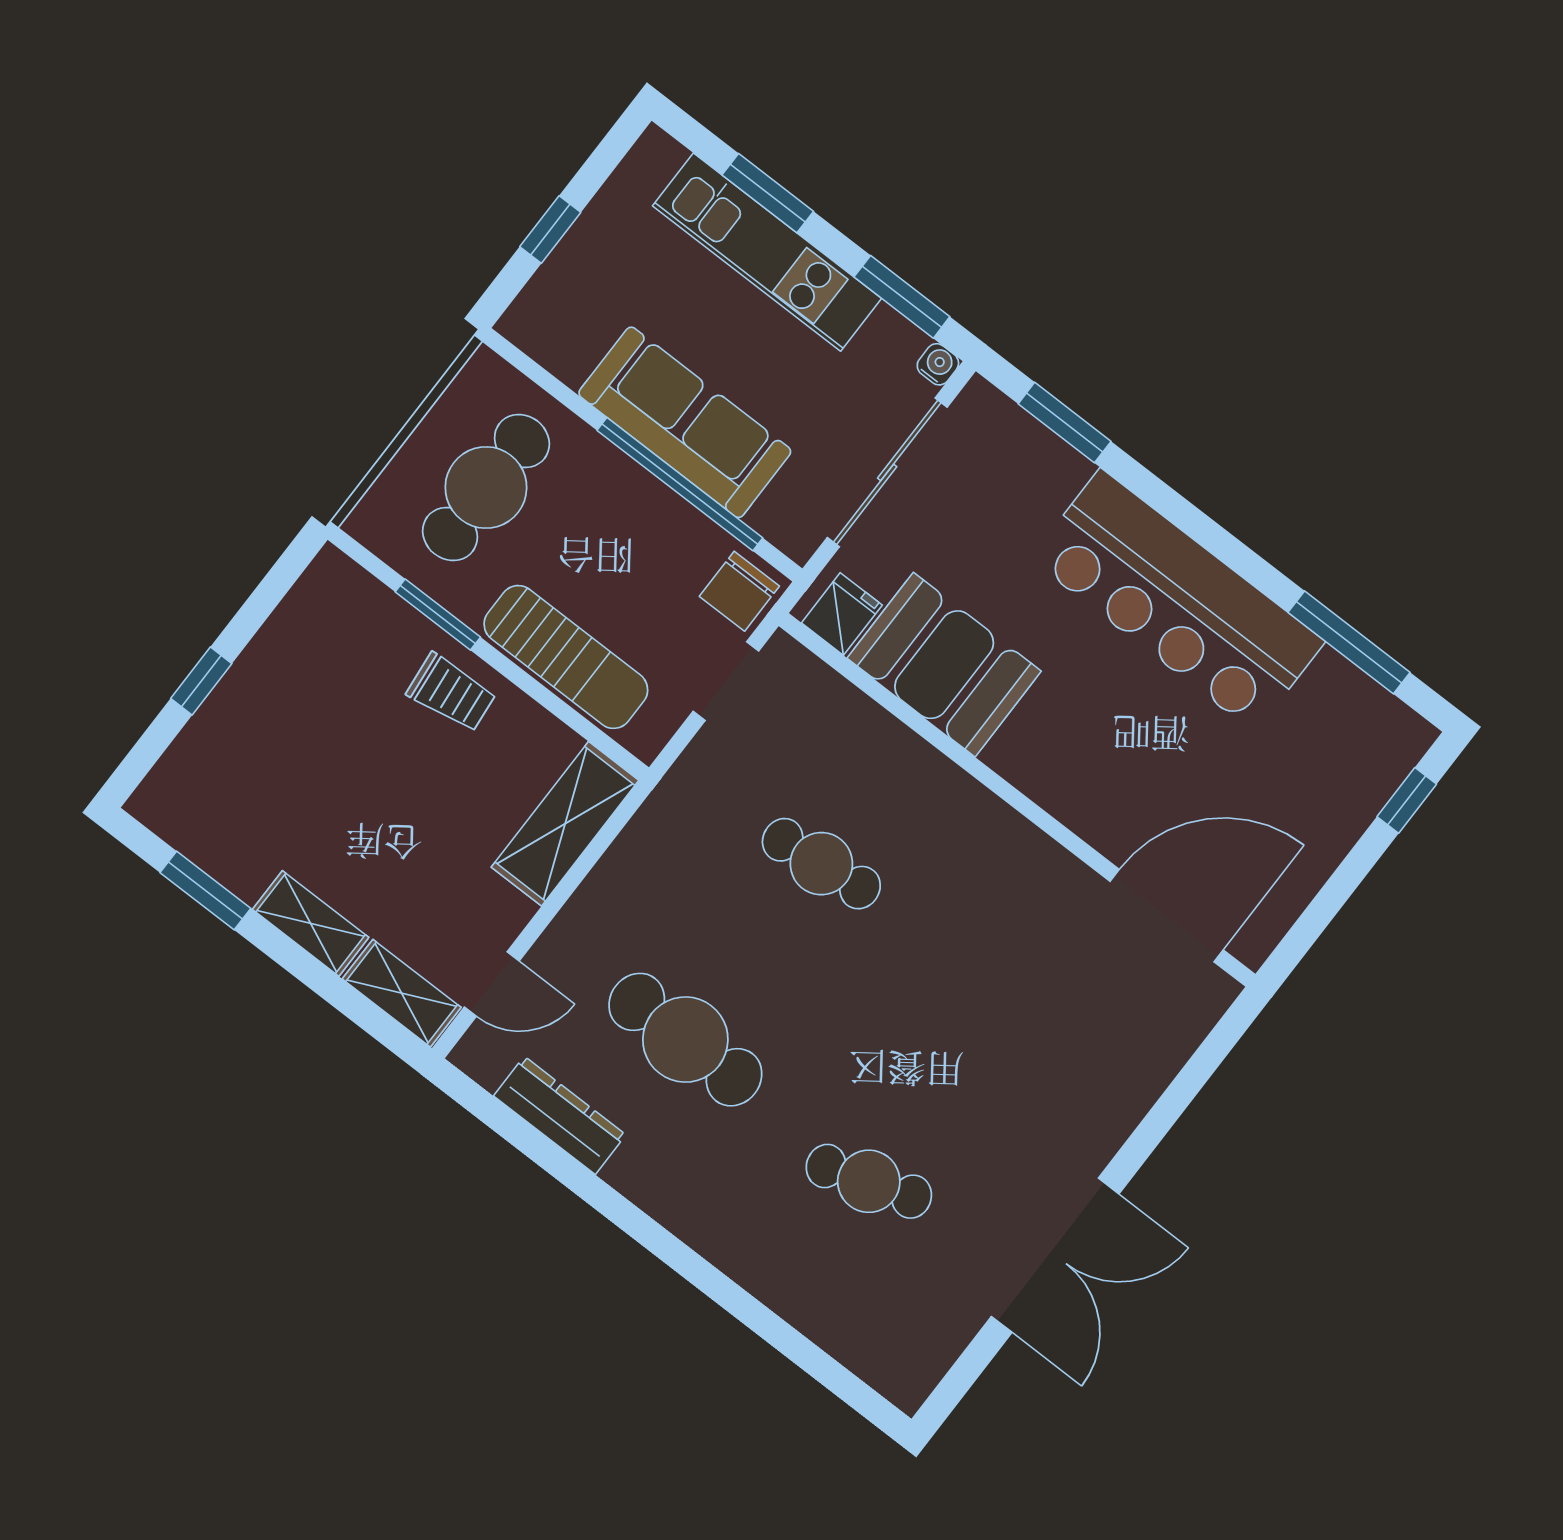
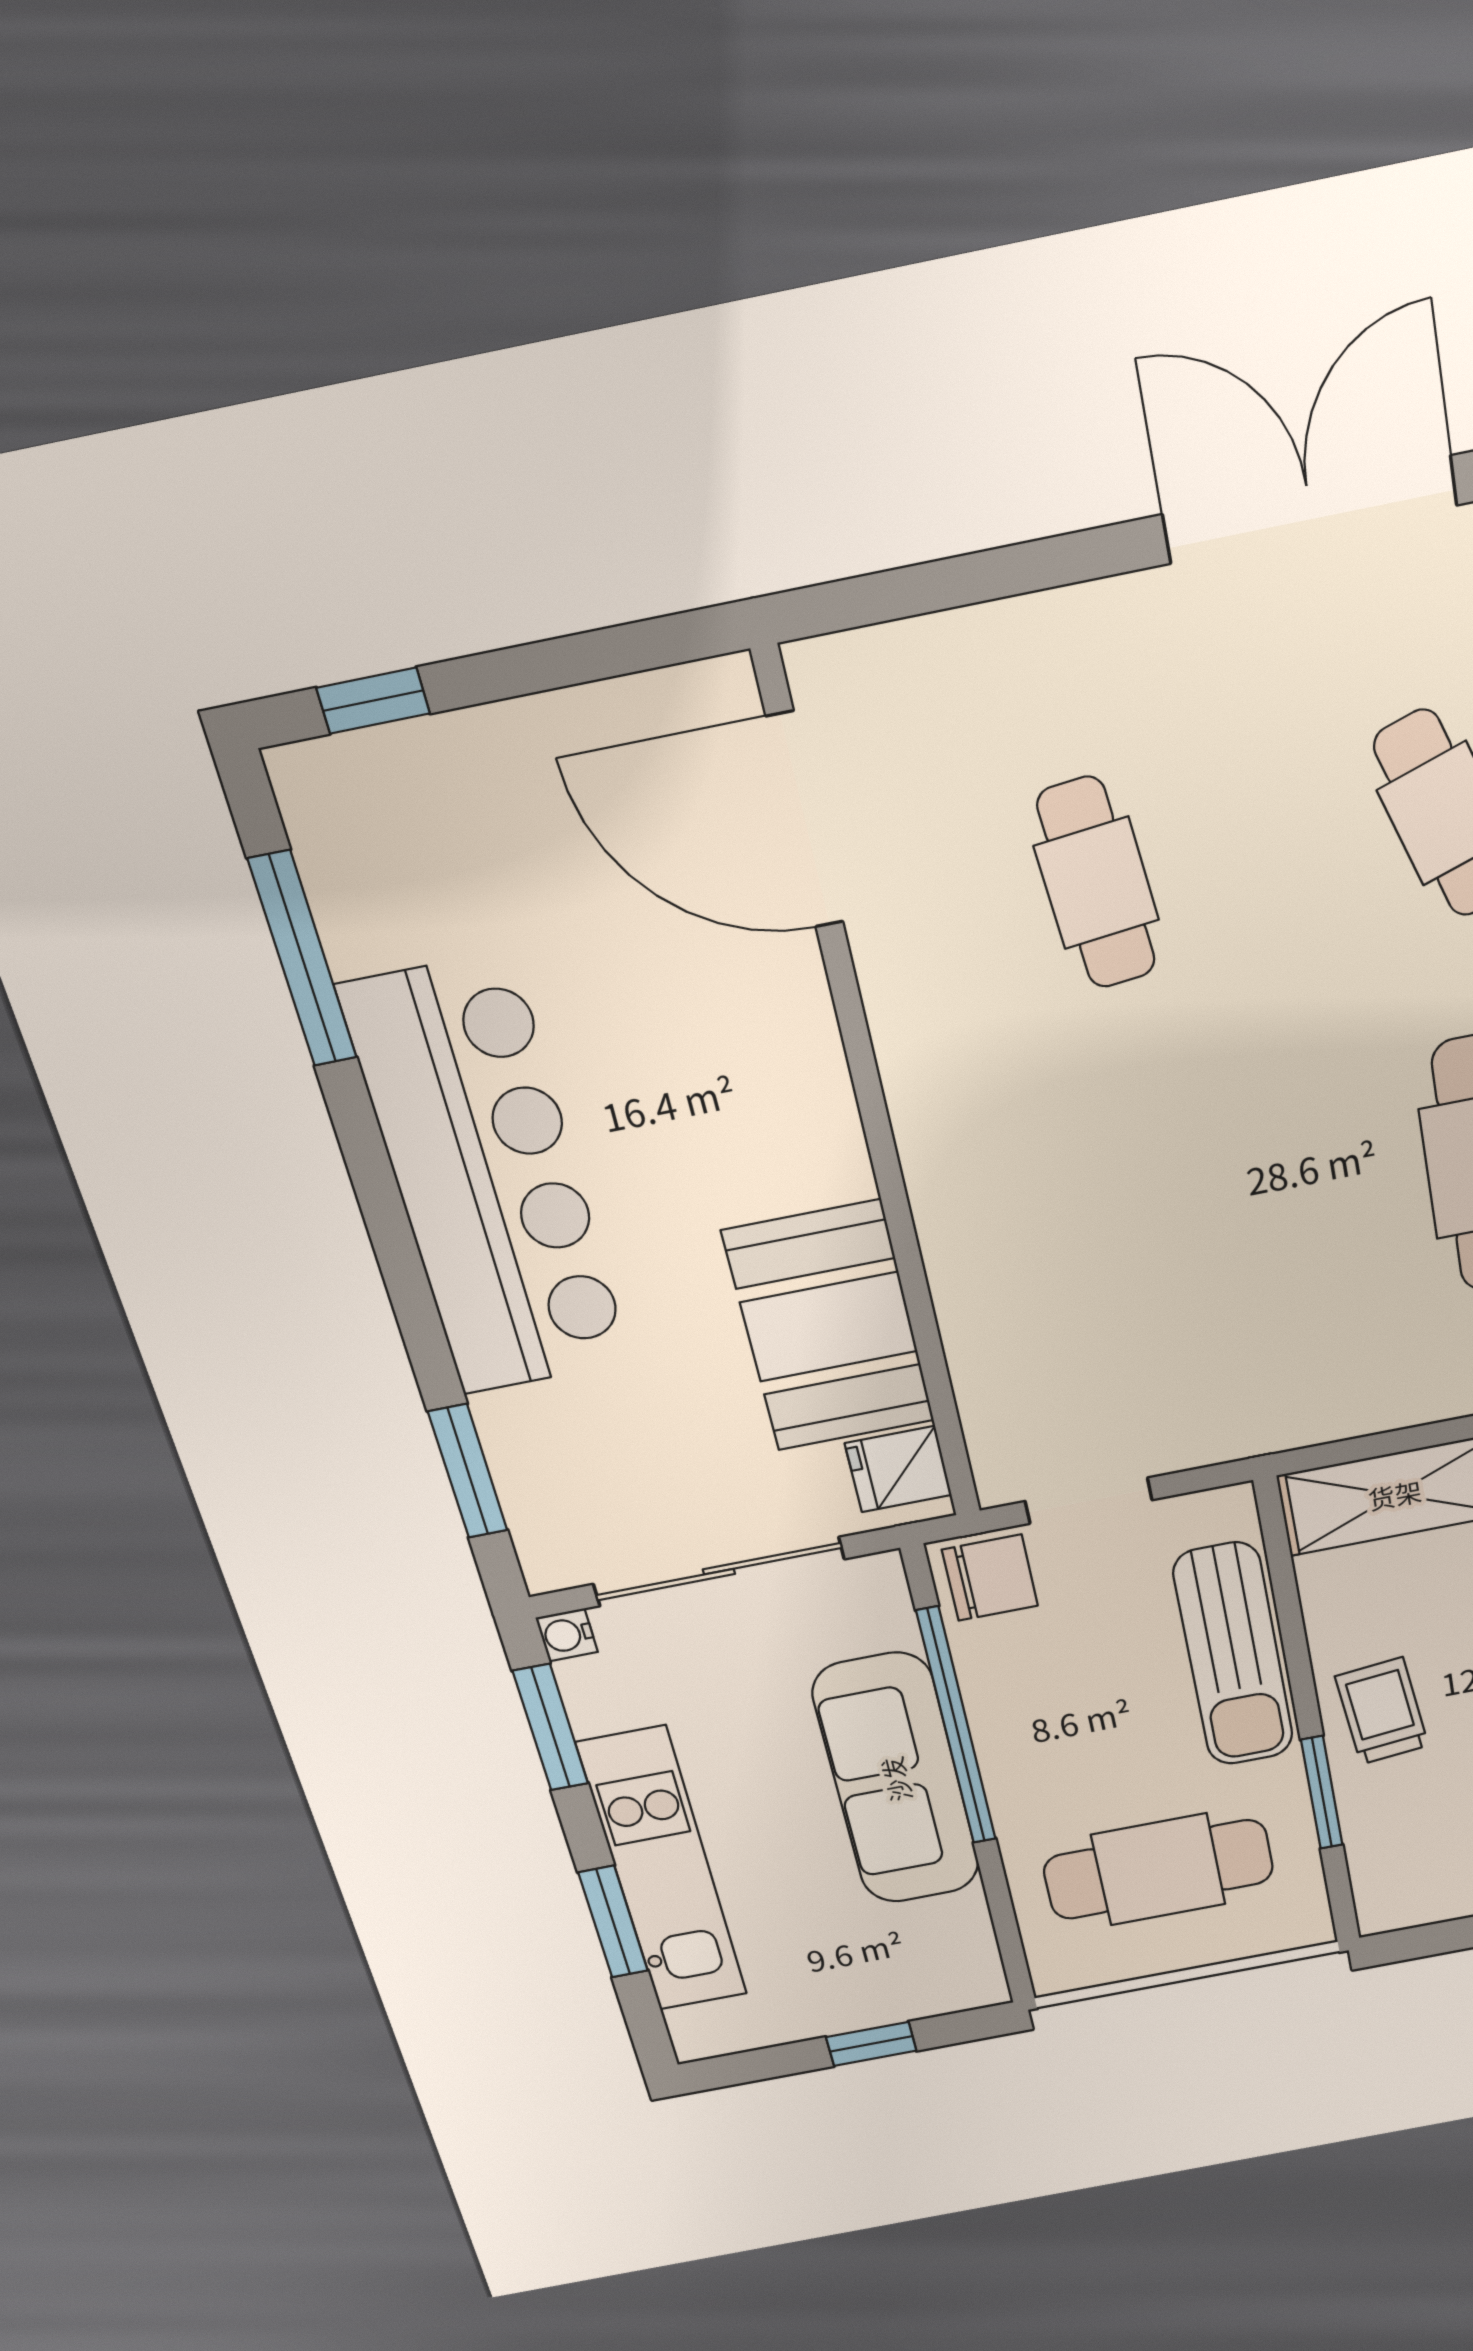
sun lounger: (566, 657) -> (1233, 1655), turned 180
cafe table: (821, 864) -> (1096, 883), moved

